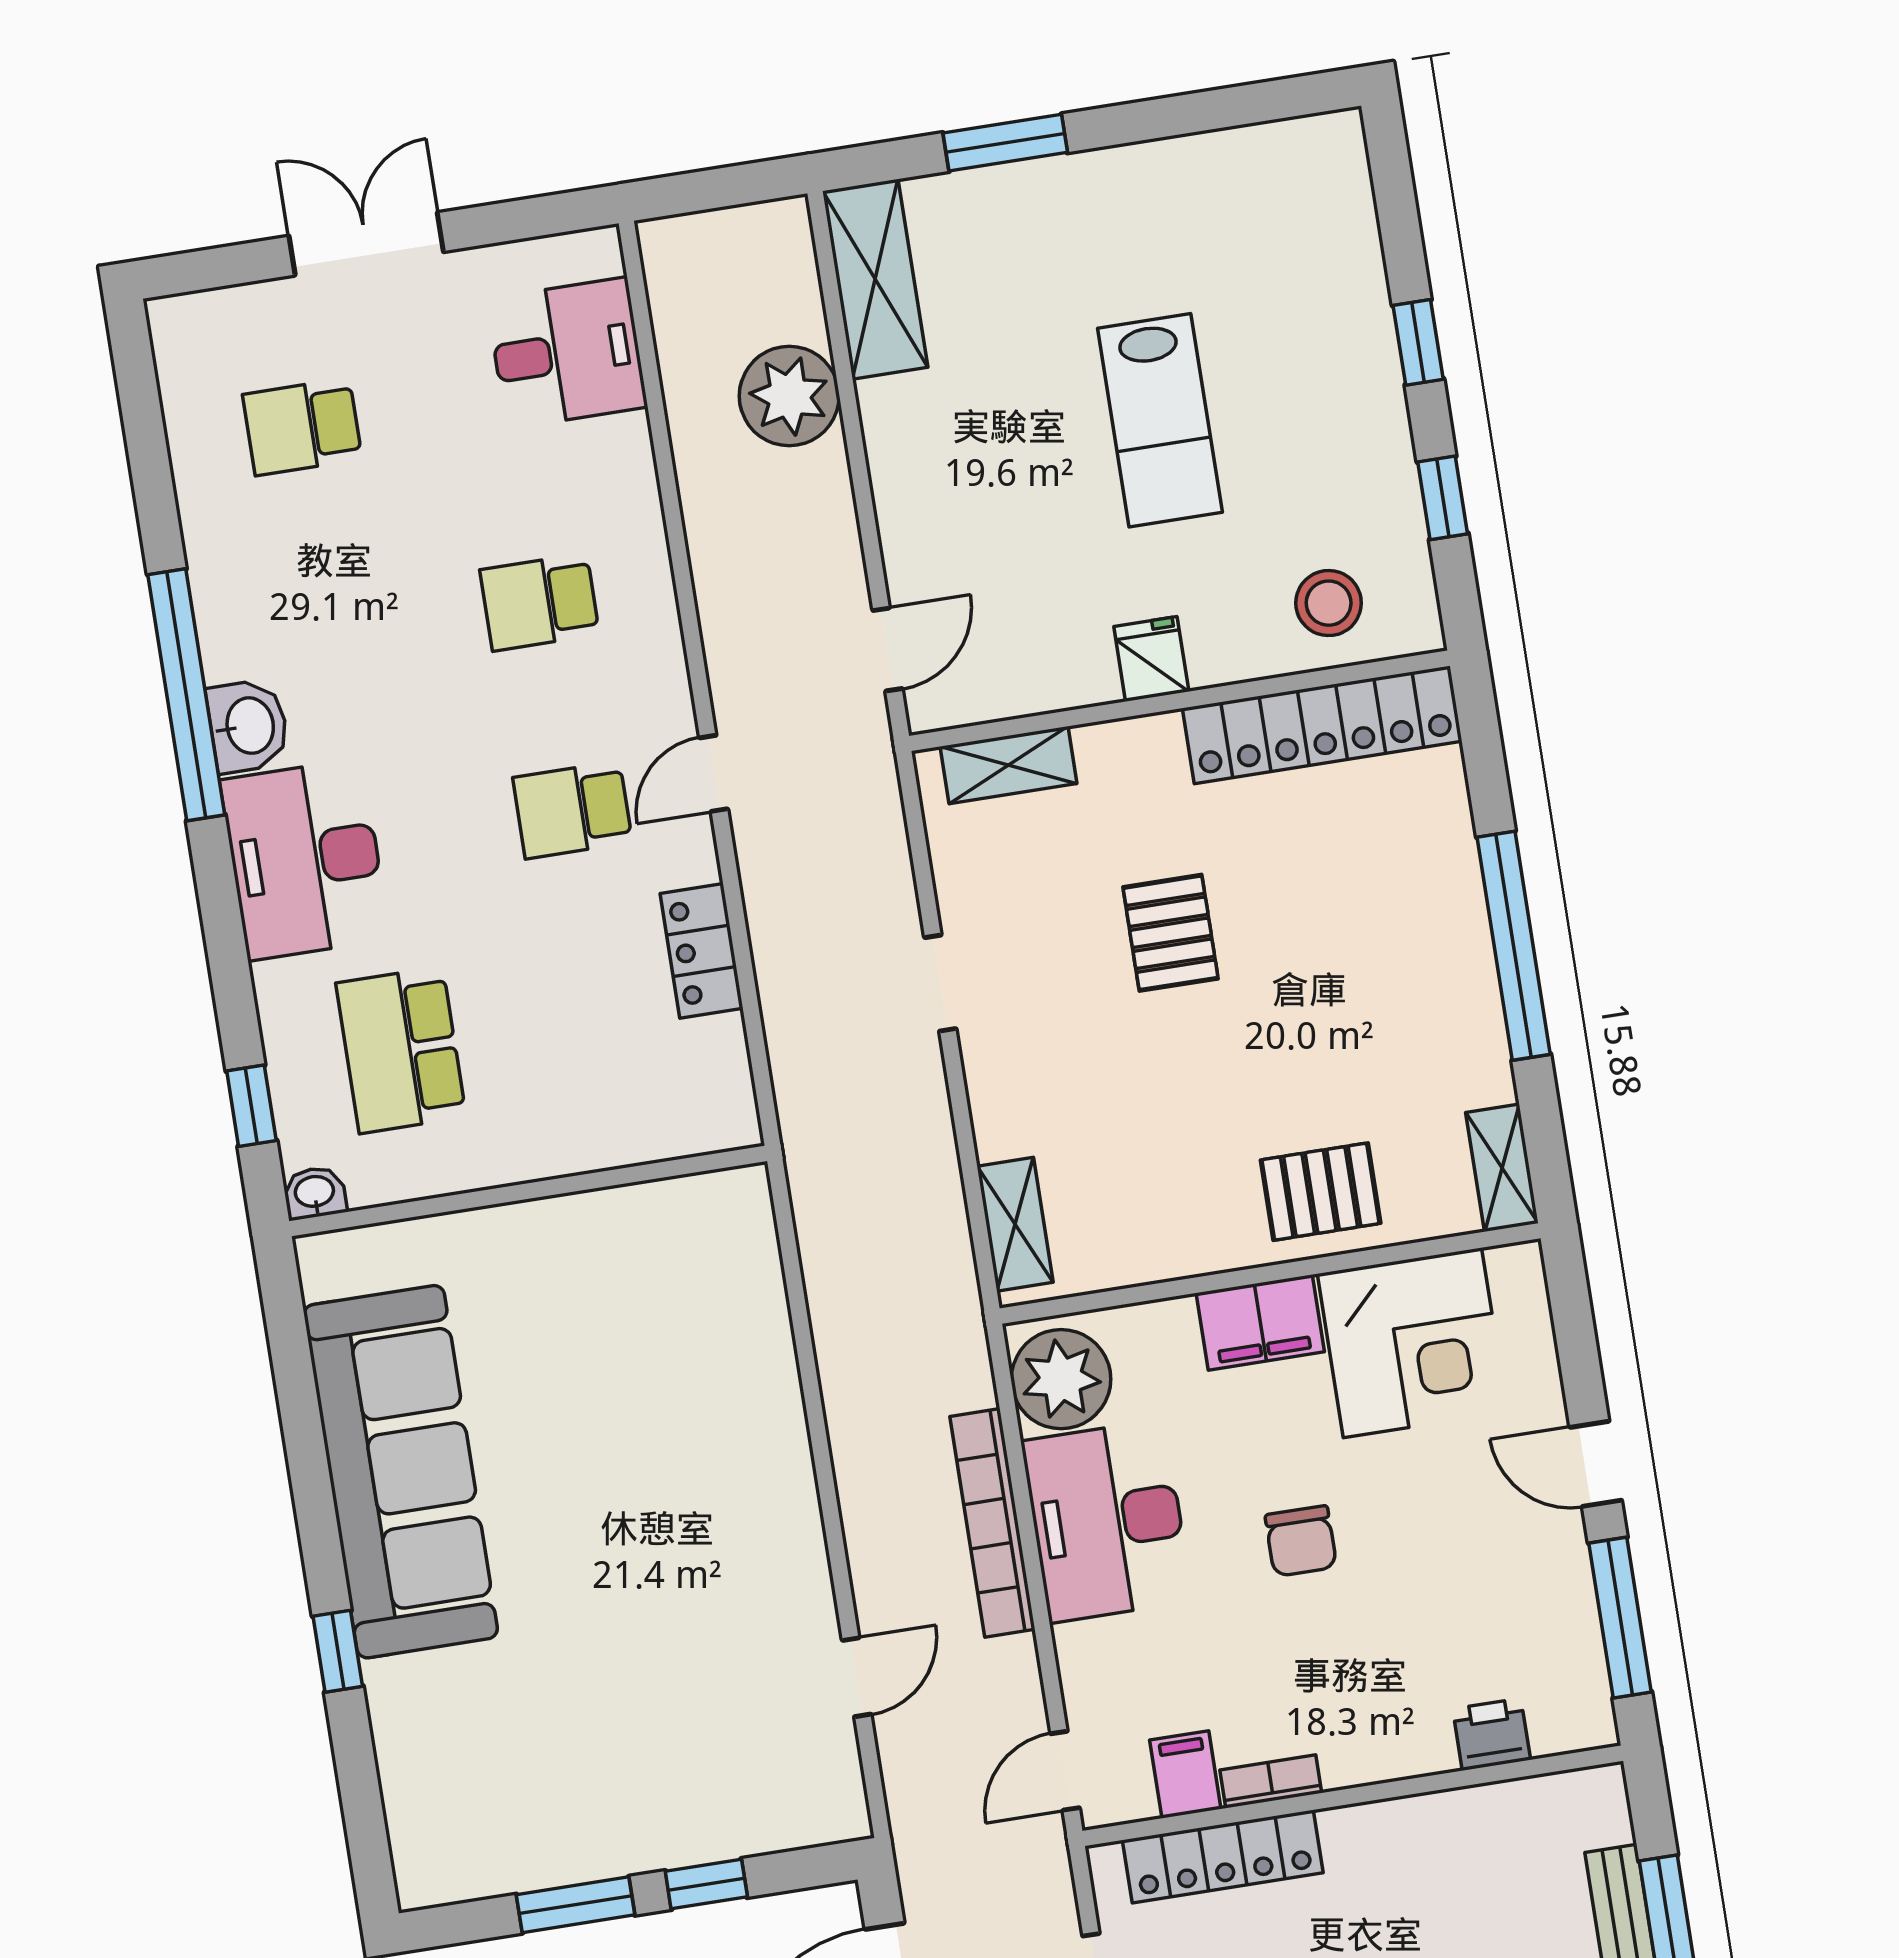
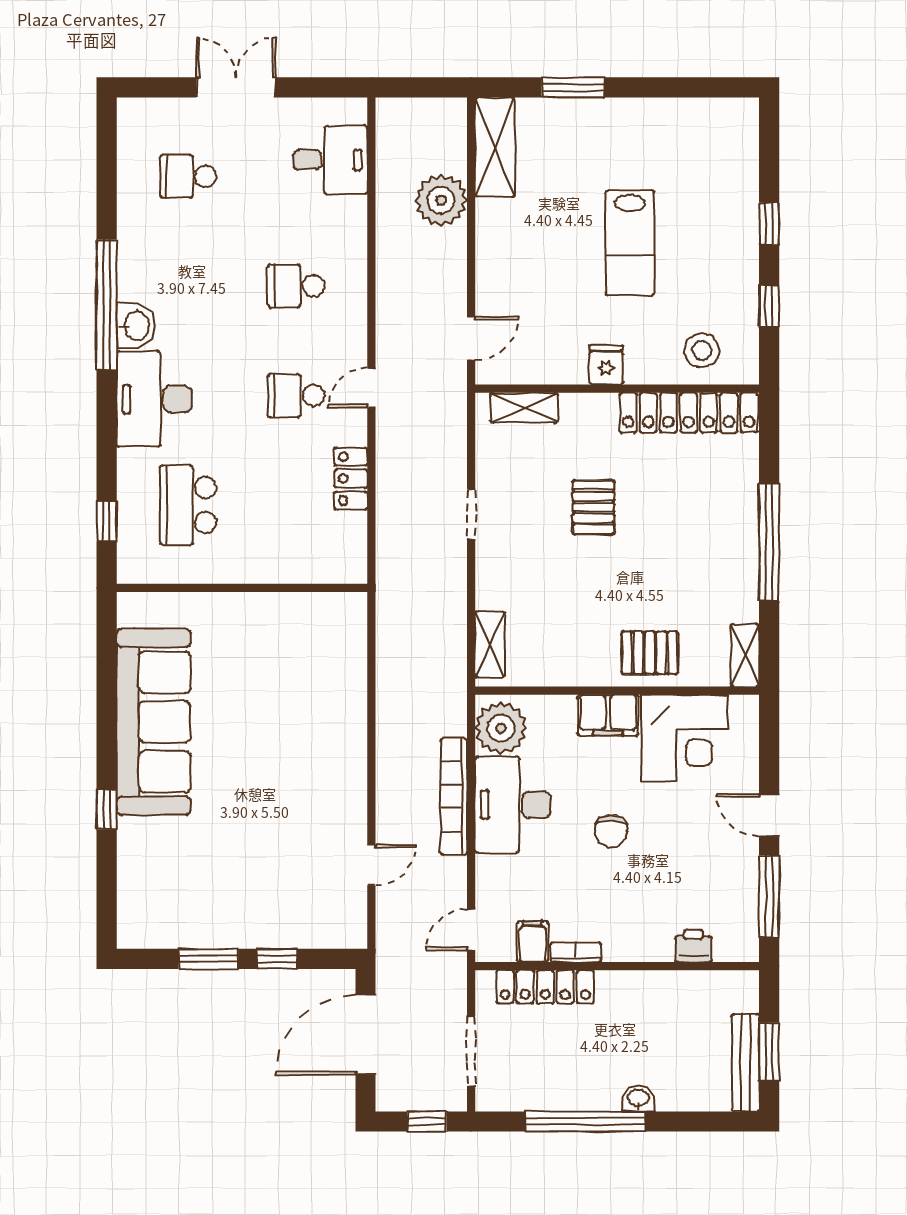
washbasin: (315, 1193) -> (132, 571), removed

